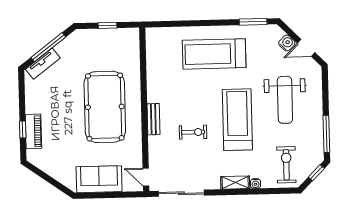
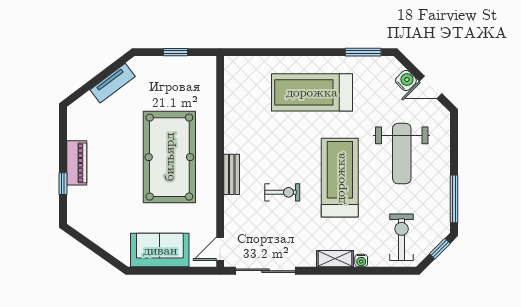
window: (48, 47) -> (99, 78), removed
tv unit: (43, 64) -> (113, 83), moved
piano: (33, 131) -> (77, 163), moved
door: (146, 177) -> (220, 249), hinge flipped

